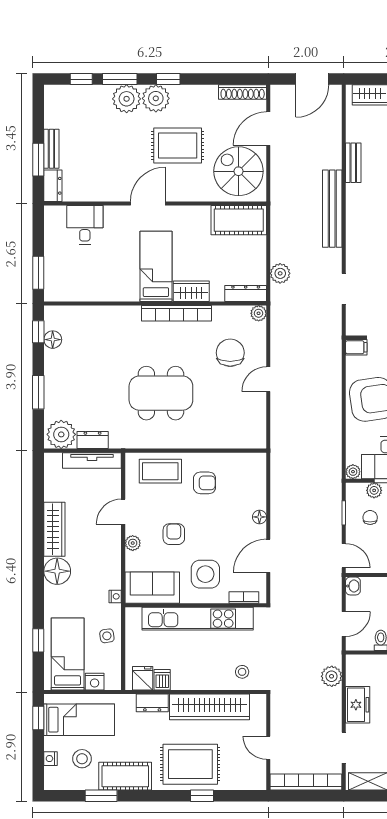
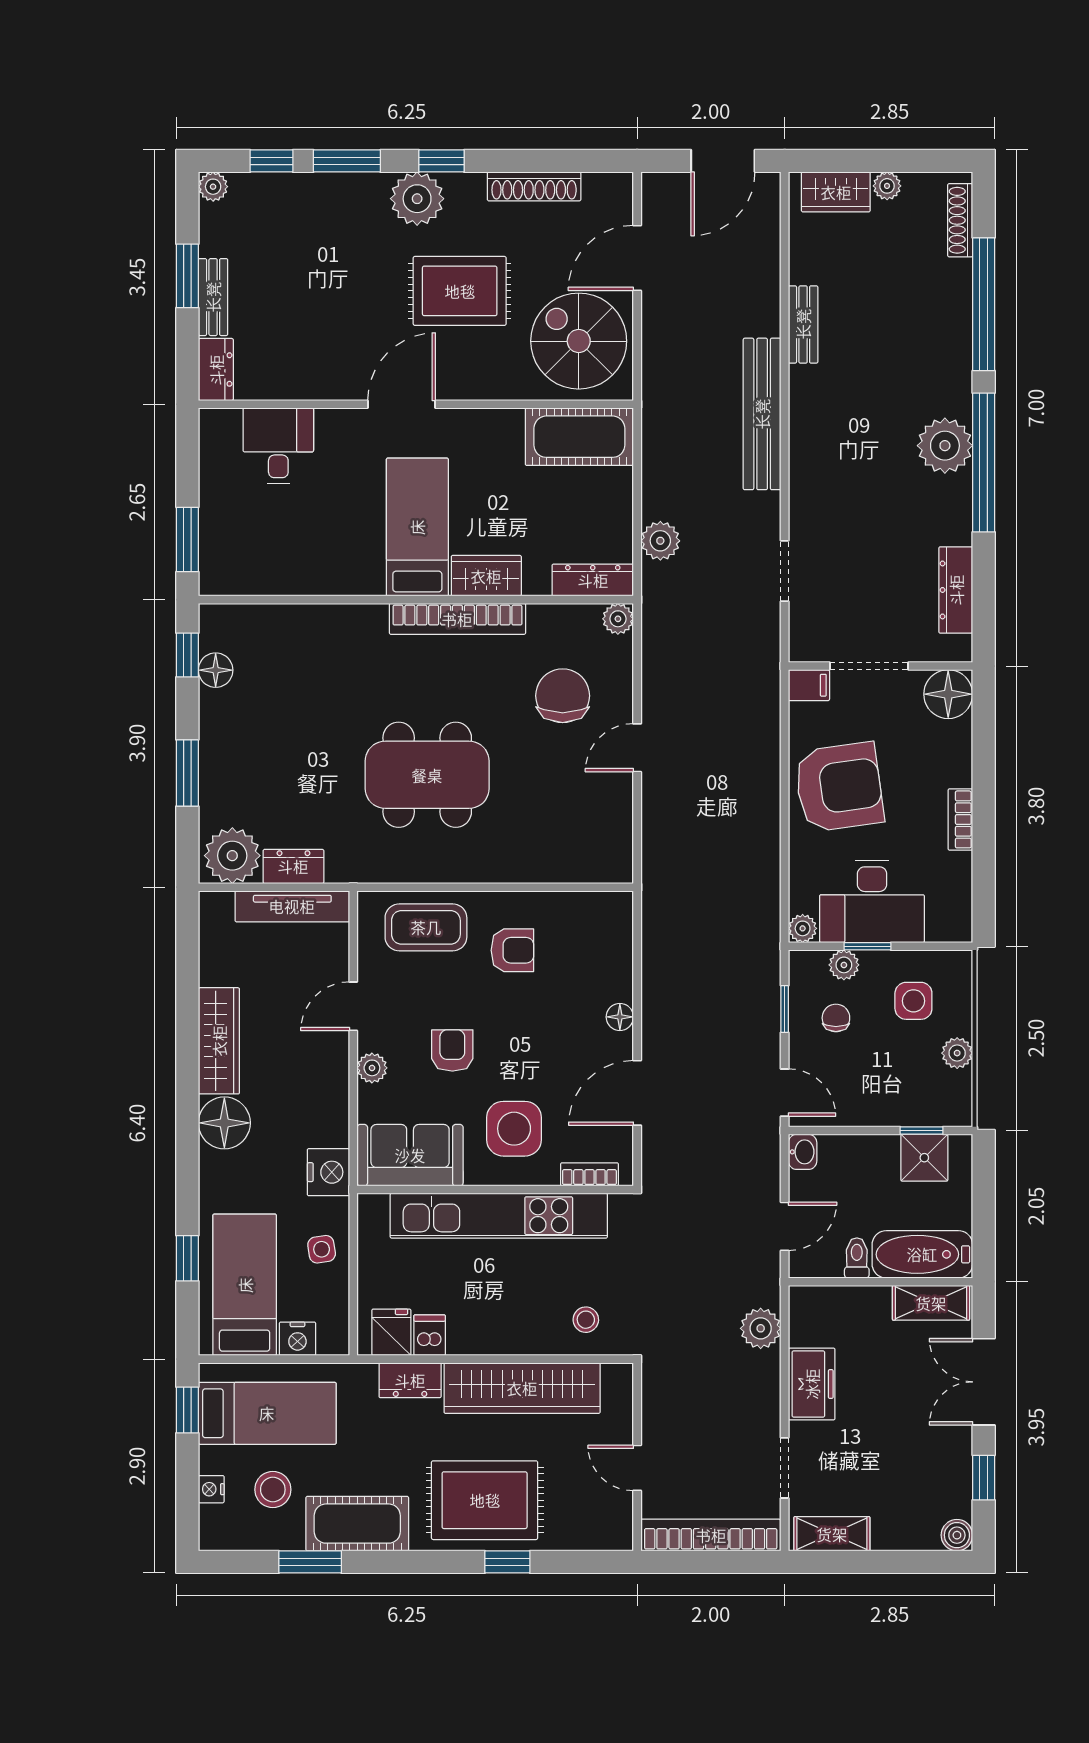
shoe rack: (243, 92) -> (534, 186), moved
plant: (127, 99) -> (213, 187), moved, width x0.53, depth x0.53
window: (38, 160) -> (187, 276), moved
nightstand: (115, 596) -> (328, 1172), width x1.89, depth x1.79

